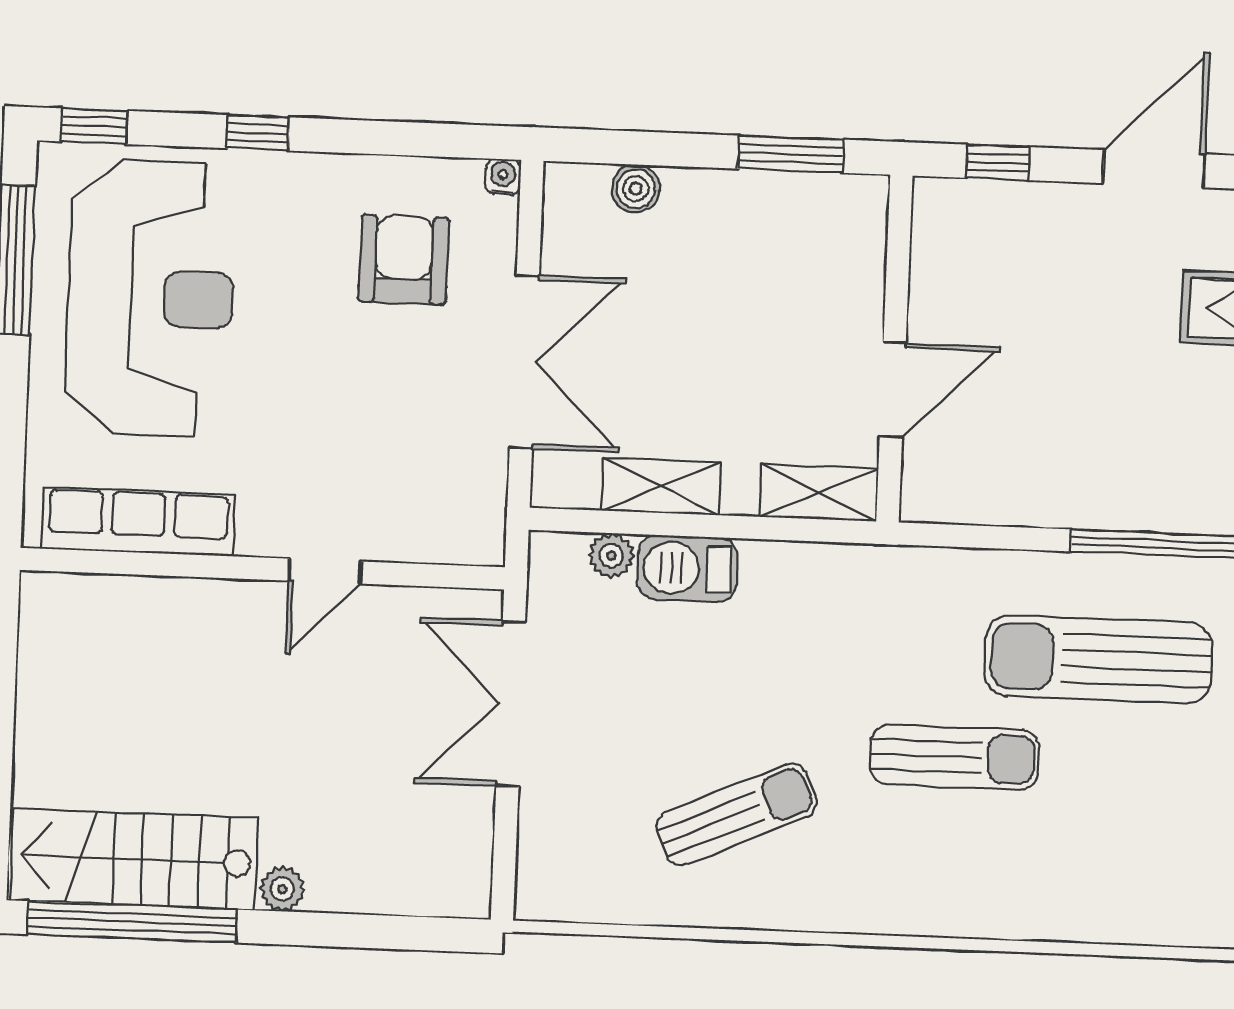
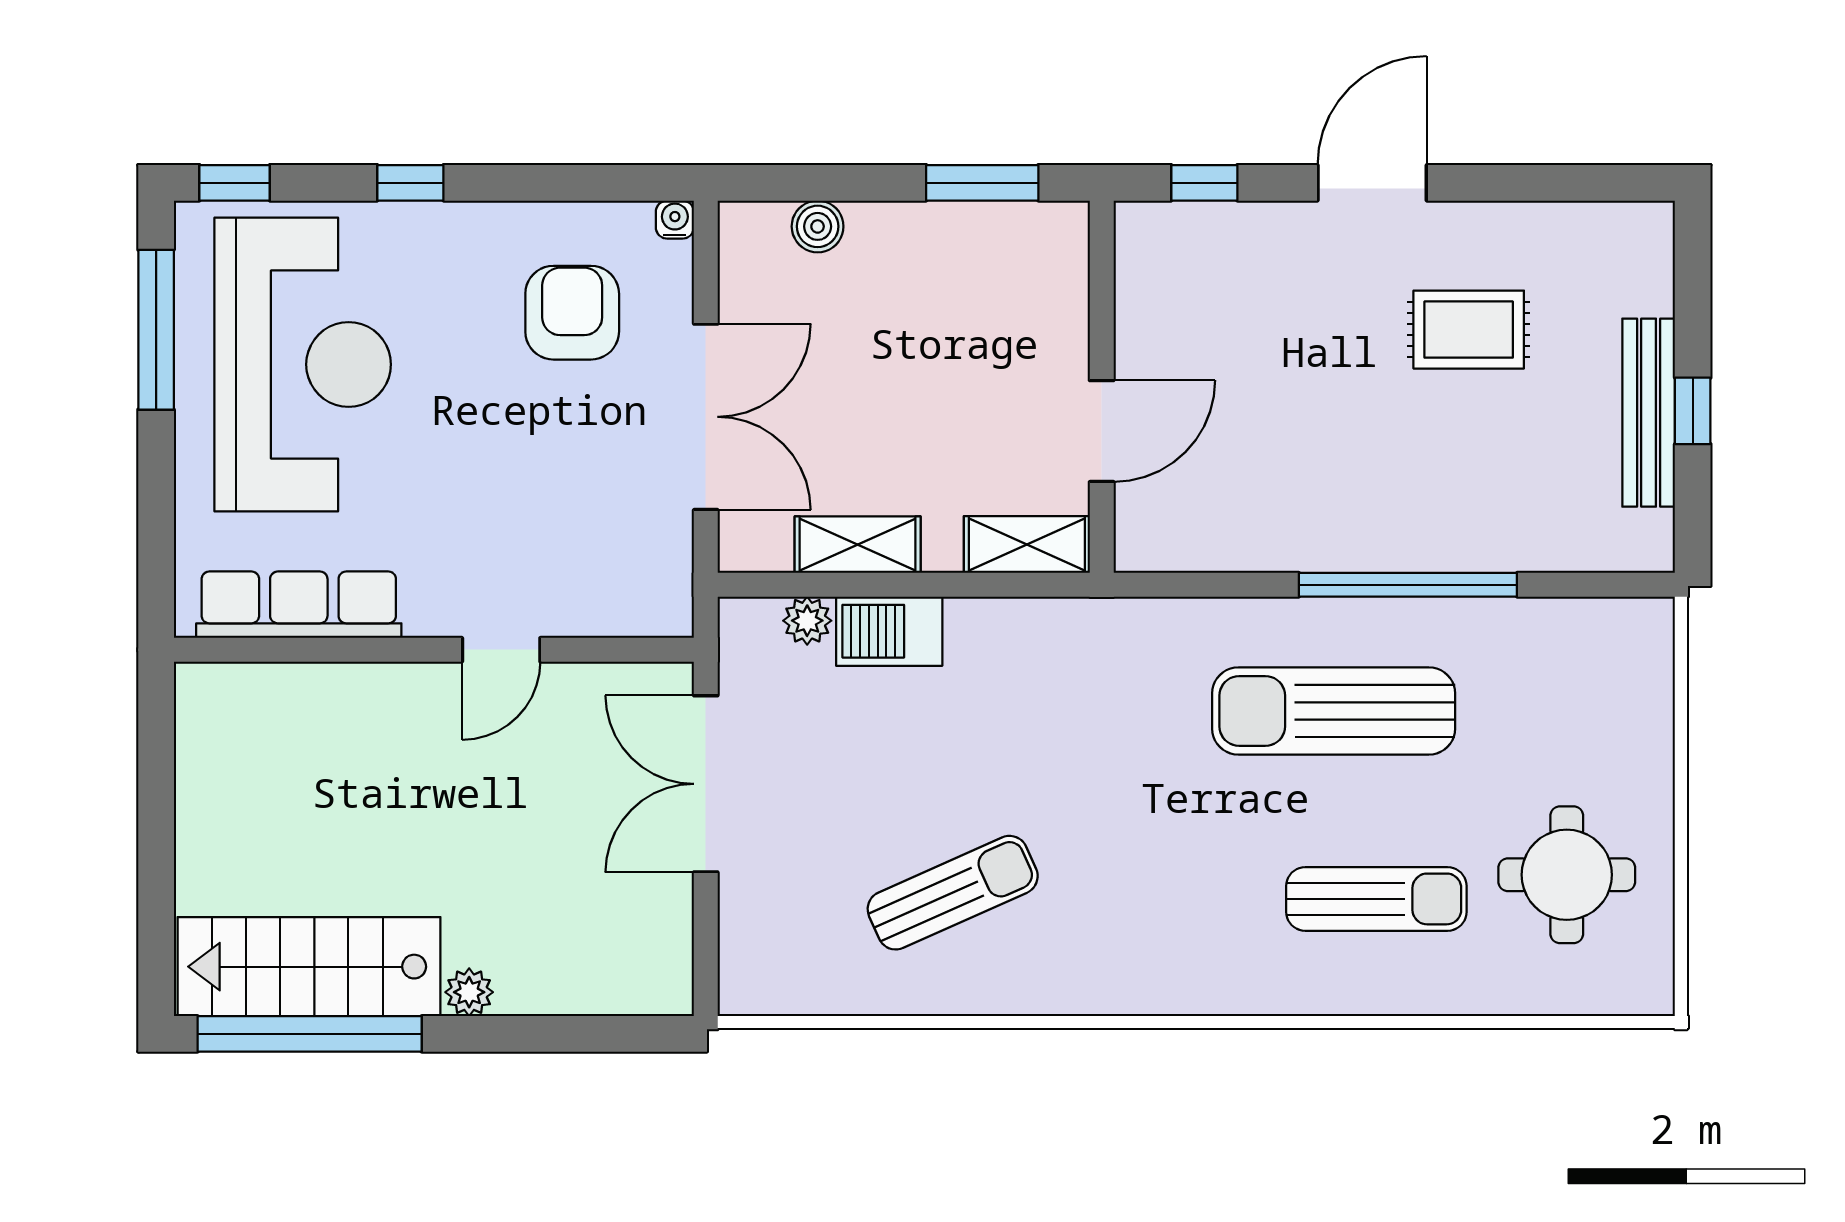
sun lounger: (955, 757) -> (1376, 899), moved

